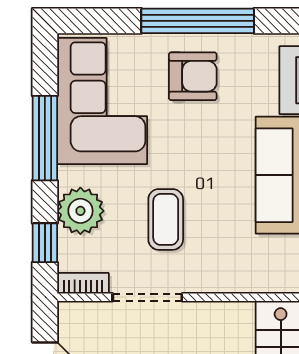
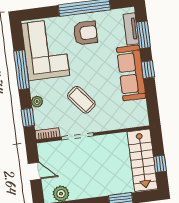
plant: (80, 211) -> (37, 102), width x0.53, depth x0.53
coffee table: (166, 219) -> (81, 100), turned -39

